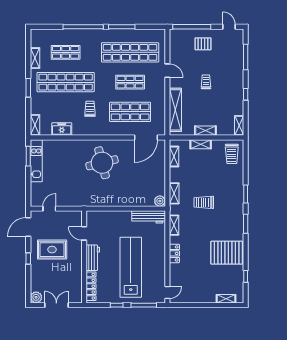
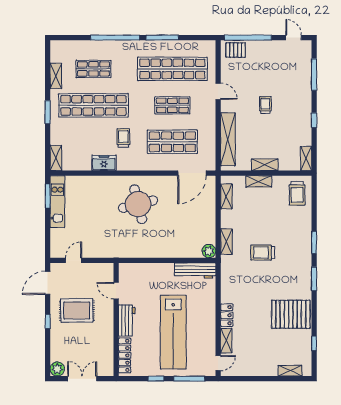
pallet: (203, 44) -> (236, 50), moved
freezer: (62, 129) -> (104, 163), moved
shelving: (174, 225) -> (226, 341), moved
lab bench: (131, 267) -> (173, 332), turned 180

